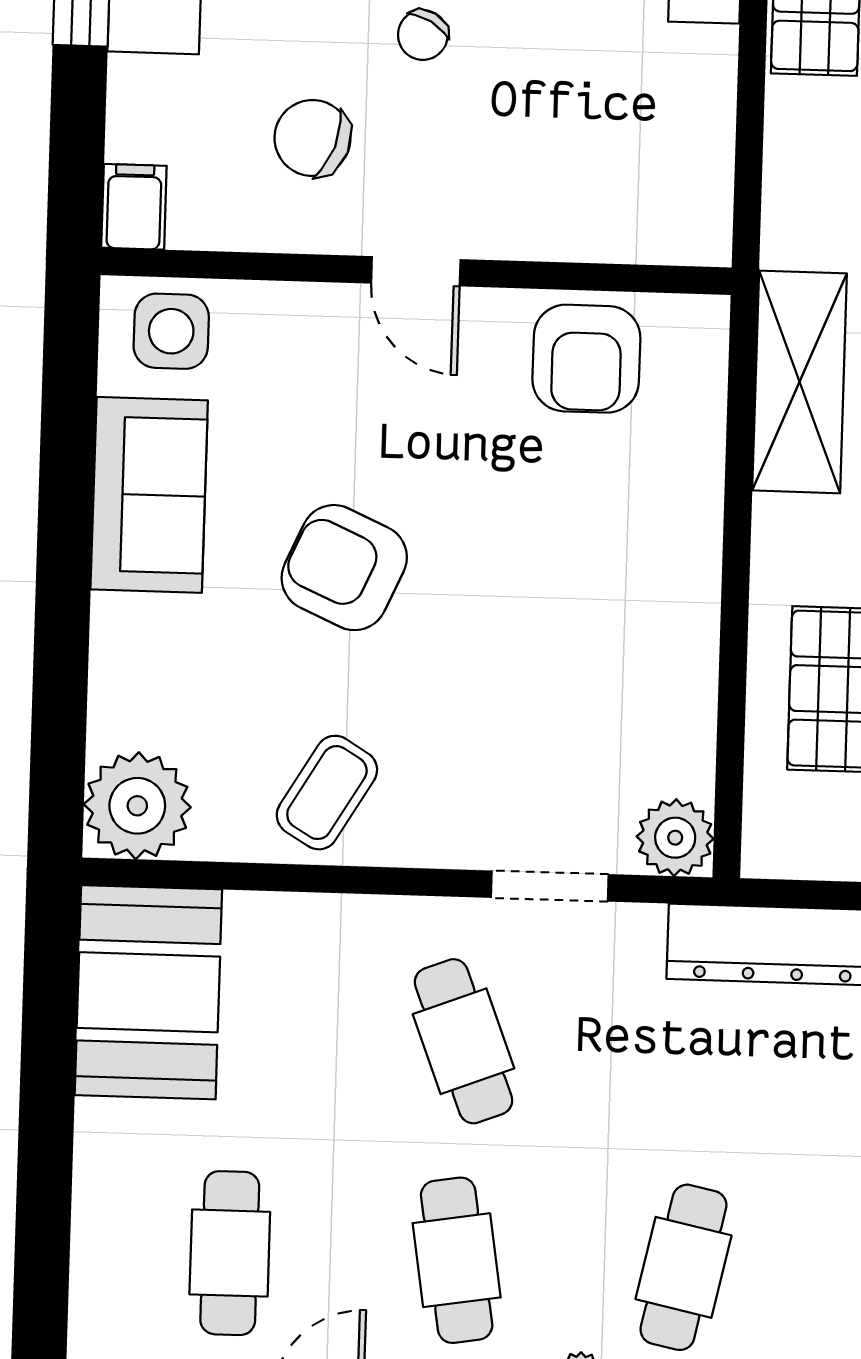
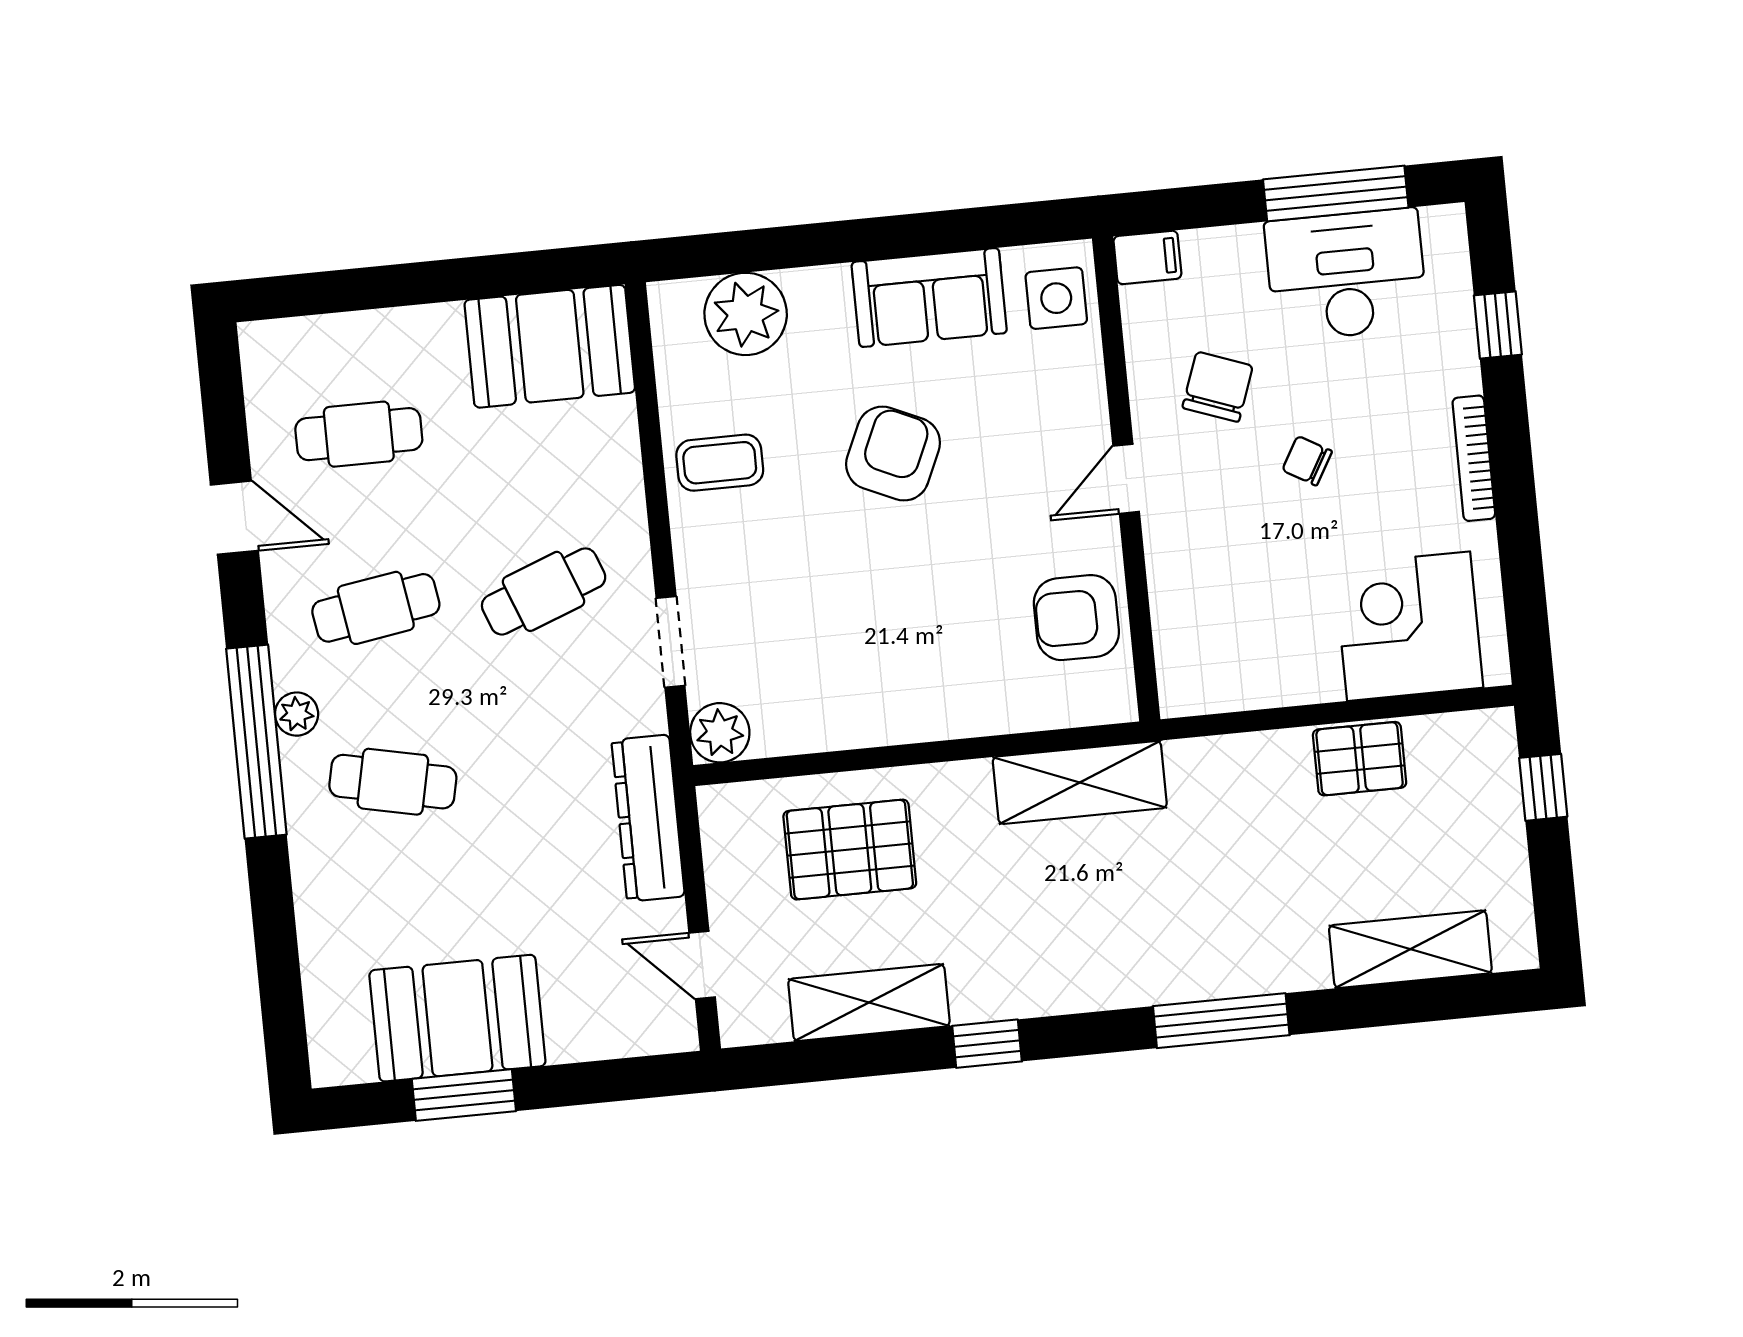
coffee table: (327, 793) -> (720, 463), turned -31
plant: (137, 806) -> (746, 314), moved

